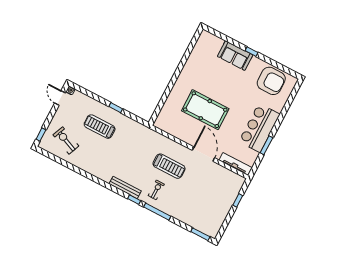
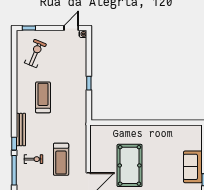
treadmill: (100, 127) -> (43, 97), moved

